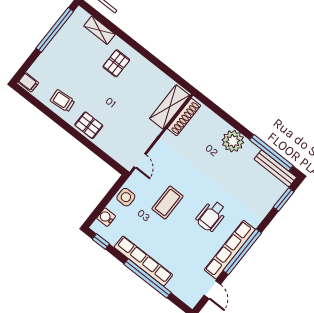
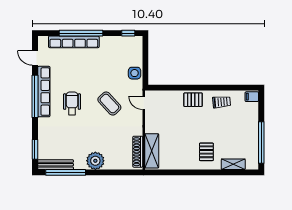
coffee table: (168, 203) -> (109, 104), moved, turned -43
water cooler: (106, 217) -> (137, 51), removed
row of seats: (143, 261) -> (74, 42), moved

